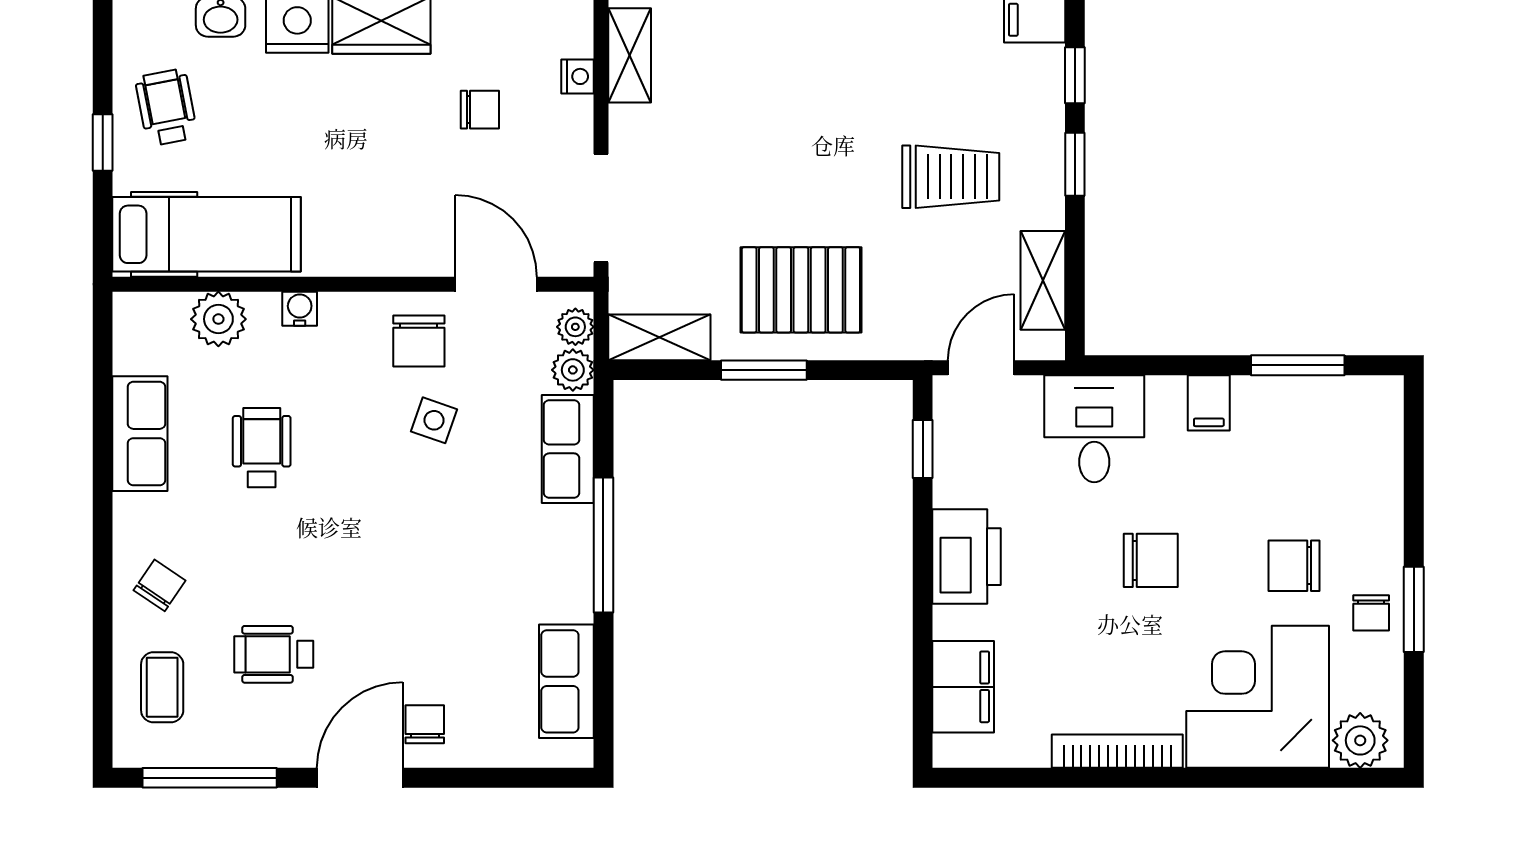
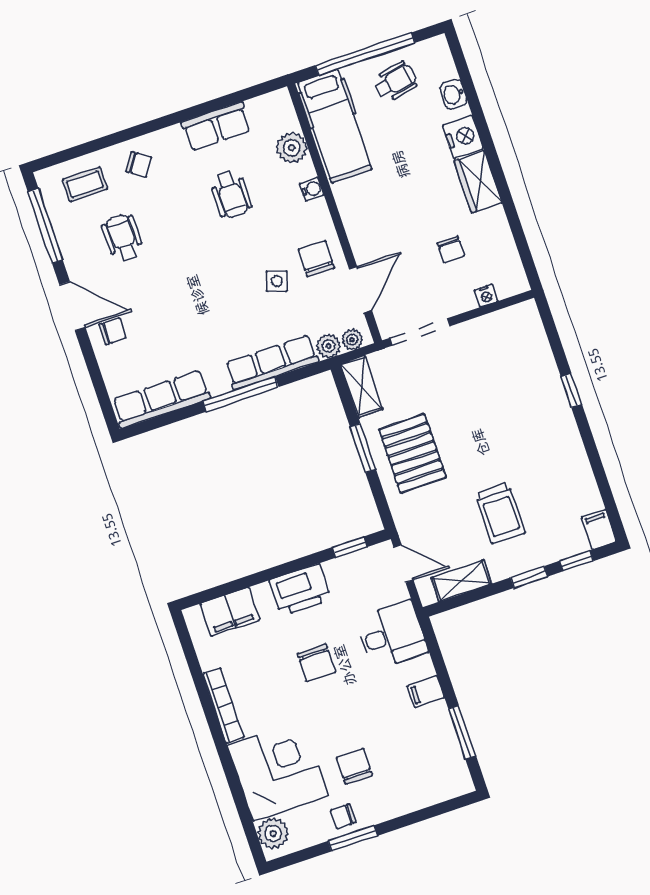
shelving: (630, 55) -> (507, 320), removed
window: (103, 143) -> (365, 54), width x3.17
chair: (419, 341) -> (316, 259), turned 91
wheelchair: (262, 448) -> (231, 194), turned 90
row of seats: (568, 449) -> (272, 362), width x1.48
chair: (1151, 560) -> (316, 663), moved
row of seats: (566, 681) -> (161, 399), width x1.48

